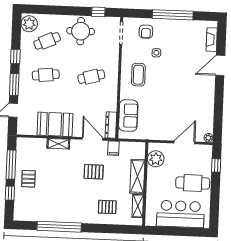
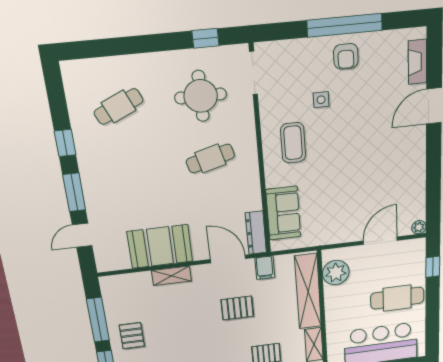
plant: (29, 24) -> (78, 79), removed
round table: (81, 31) -> (201, 96), moved
armchair: (146, 32) -> (346, 56), moved
cafe table: (46, 75) -> (128, 167), removed
shelving: (137, 176) -> (308, 292), width x1.47

